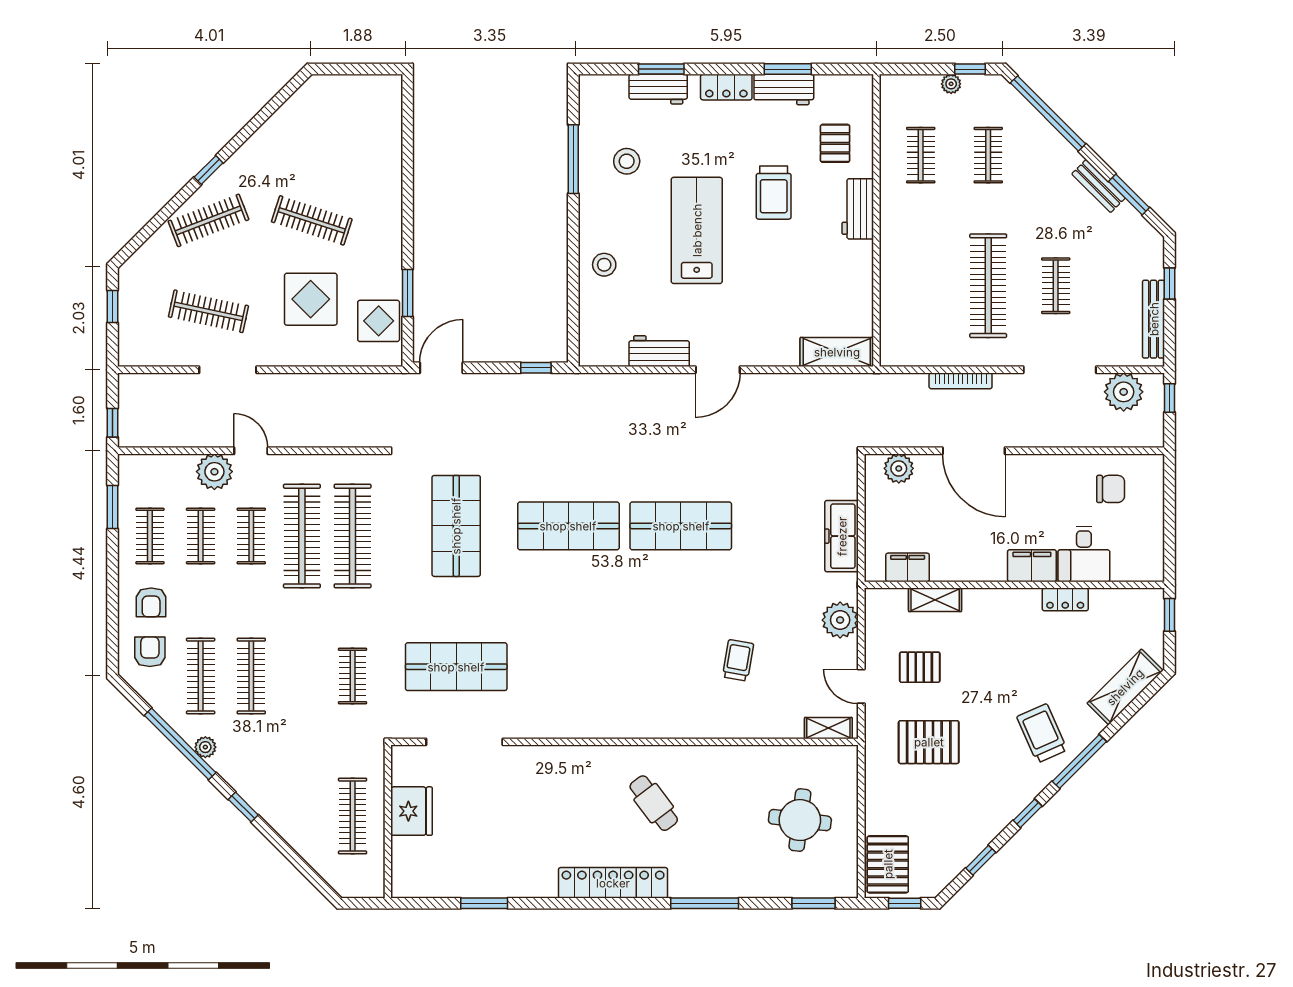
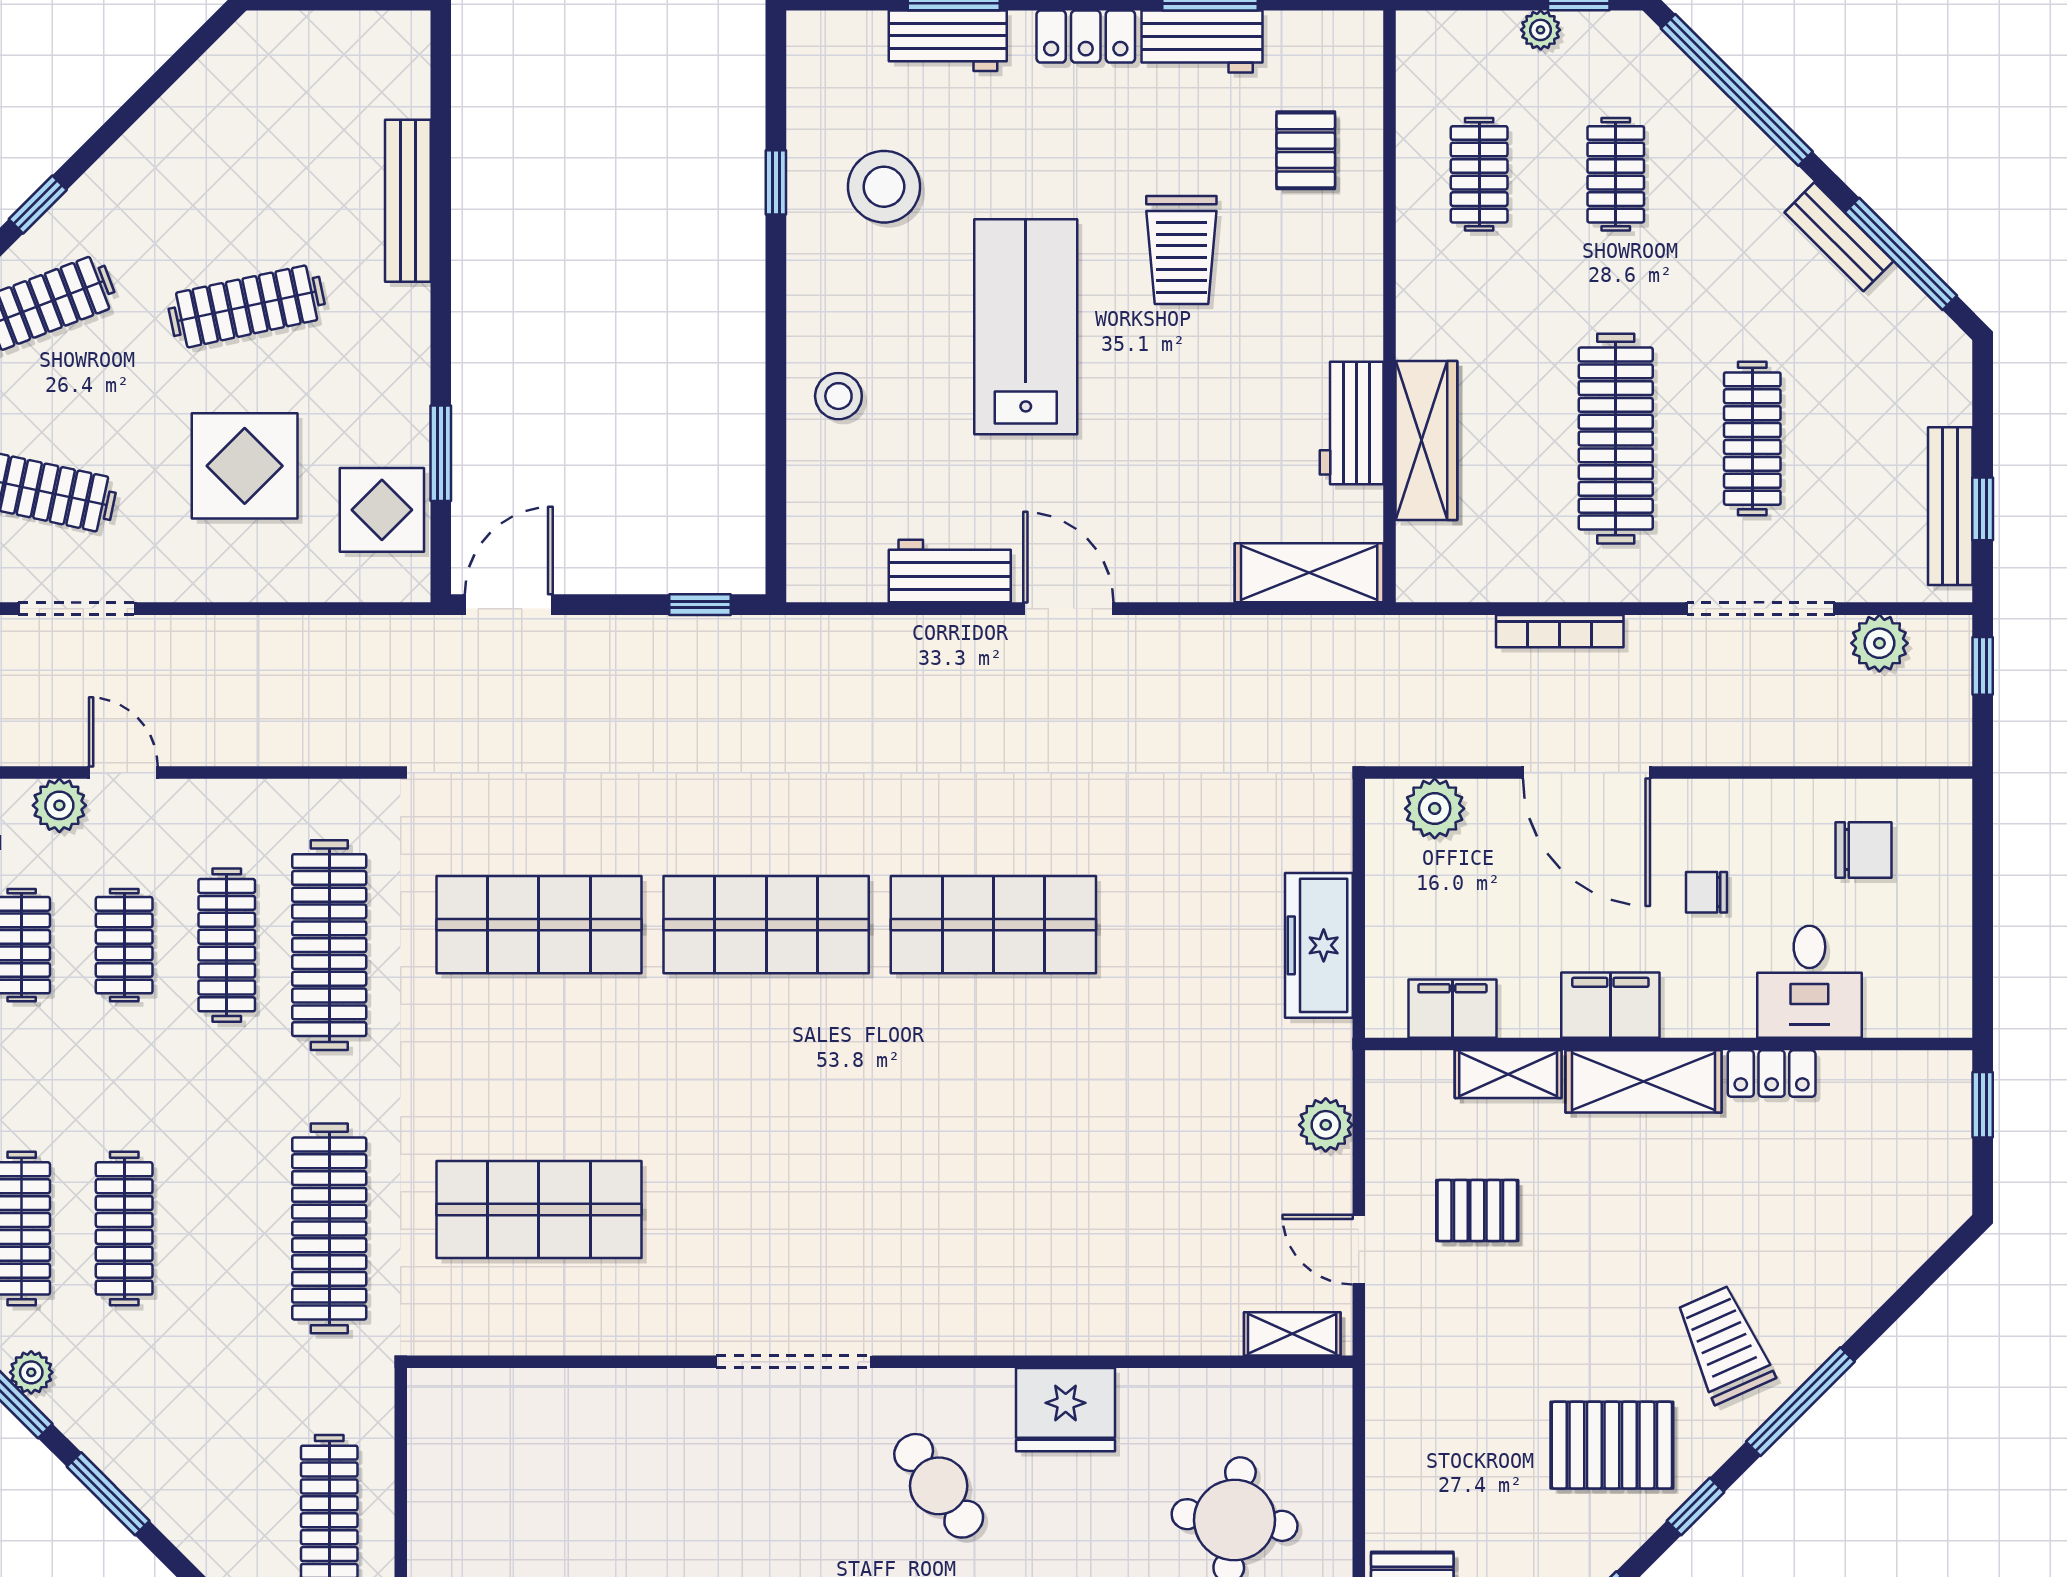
window: (573, 159) -> (776, 182), width x0.46
stool: (627, 161) -> (884, 187), width x1.38, depth x1.38
bench: (391, 168) -> (408, 201), added
window: (1129, 194) -> (1901, 254), width x1.44
workbench: (858, 209) -> (1352, 423), moved
clothes rail: (312, 220) -> (247, 306), turned -30
window: (1170, 283) -> (1983, 509), moved
clothes rail: (1056, 286) -> (1752, 439), width x1.36
wardrobe: (895, 287) -> (1426, 440), added
door: (718, 370) -> (1068, 609), swing flipped
plant: (1124, 392) -> (1879, 643), width x0.73, depth x0.73
plant: (214, 472) -> (59, 805), width x0.73, depth x0.73
chair: (1033, 510) -> (1707, 892), added
shop shelf: (456, 526) -> (539, 925), turned 90
clothes rail: (302, 536) -> (227, 945), width x0.73, depth x0.76
filing cabinet: (1032, 566) -> (1610, 1005), moved
plant: (840, 620) -> (1326, 1125), width x0.73, depth x0.73
trolley: (738, 660) -> (1109, 1196), removed
clothes rail: (353, 676) -> (329, 1228), width x1.86, depth x1.31
shelving: (1125, 687) -> (1643, 1081), moved, turned 45
doorway: (464, 742) -> (794, 1362), moved
pallet: (929, 742) -> (1612, 1445), moved
window: (243, 807) -> (108, 1494), width x1.50
fridge: (412, 811) -> (1066, 1410), moved, turned 90

